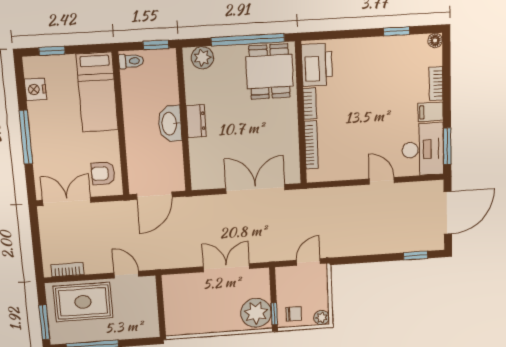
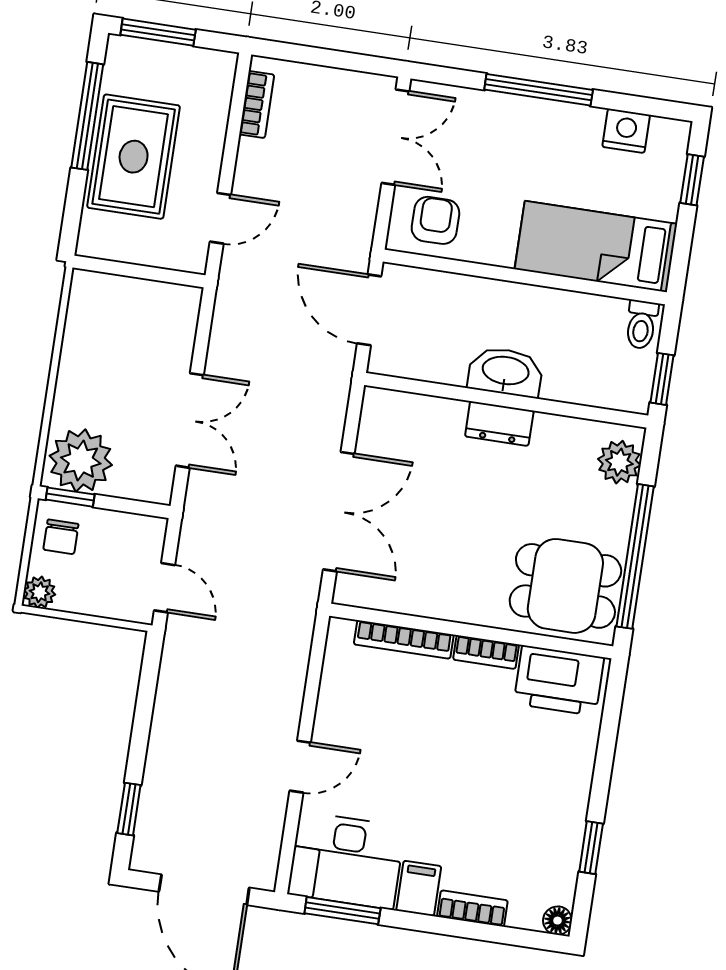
rug: (83, 302) -> (134, 157), moved

